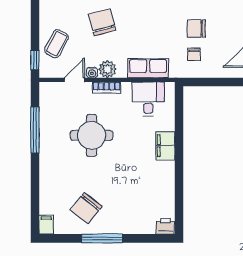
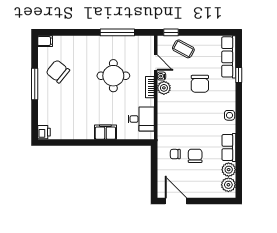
chair: (102, 22) -> (200, 84), turned 105
row of seats: (148, 68) -> (165, 119), removed

